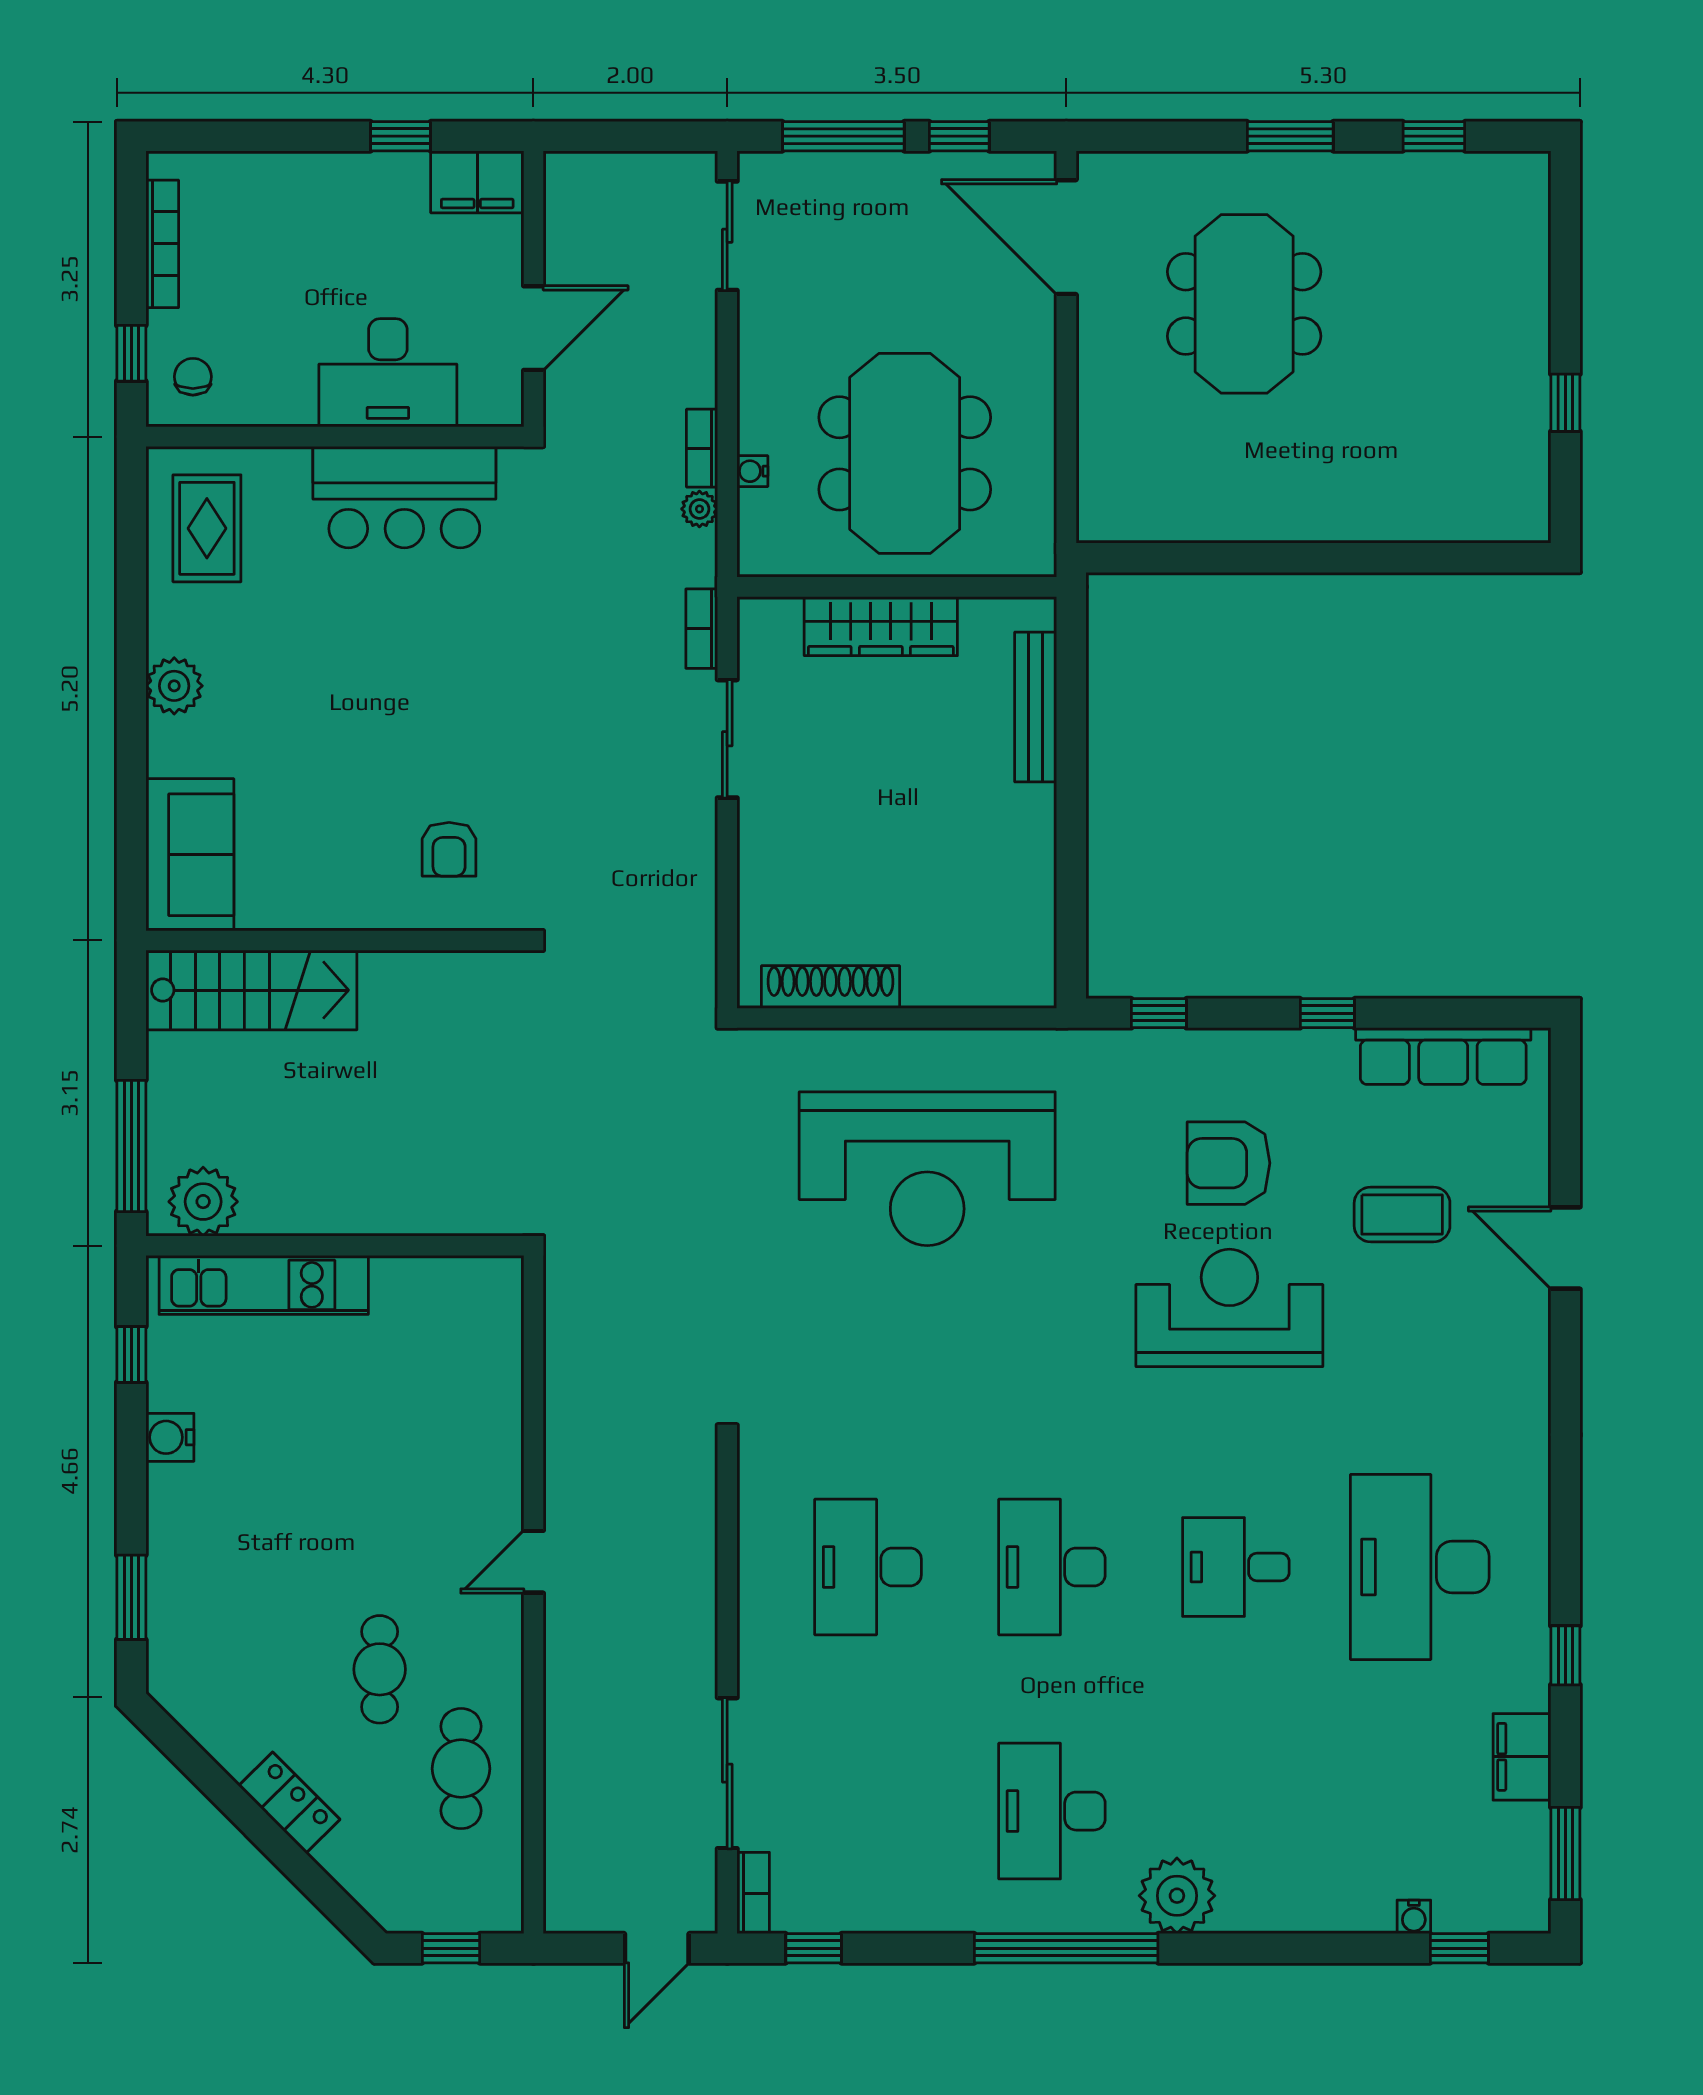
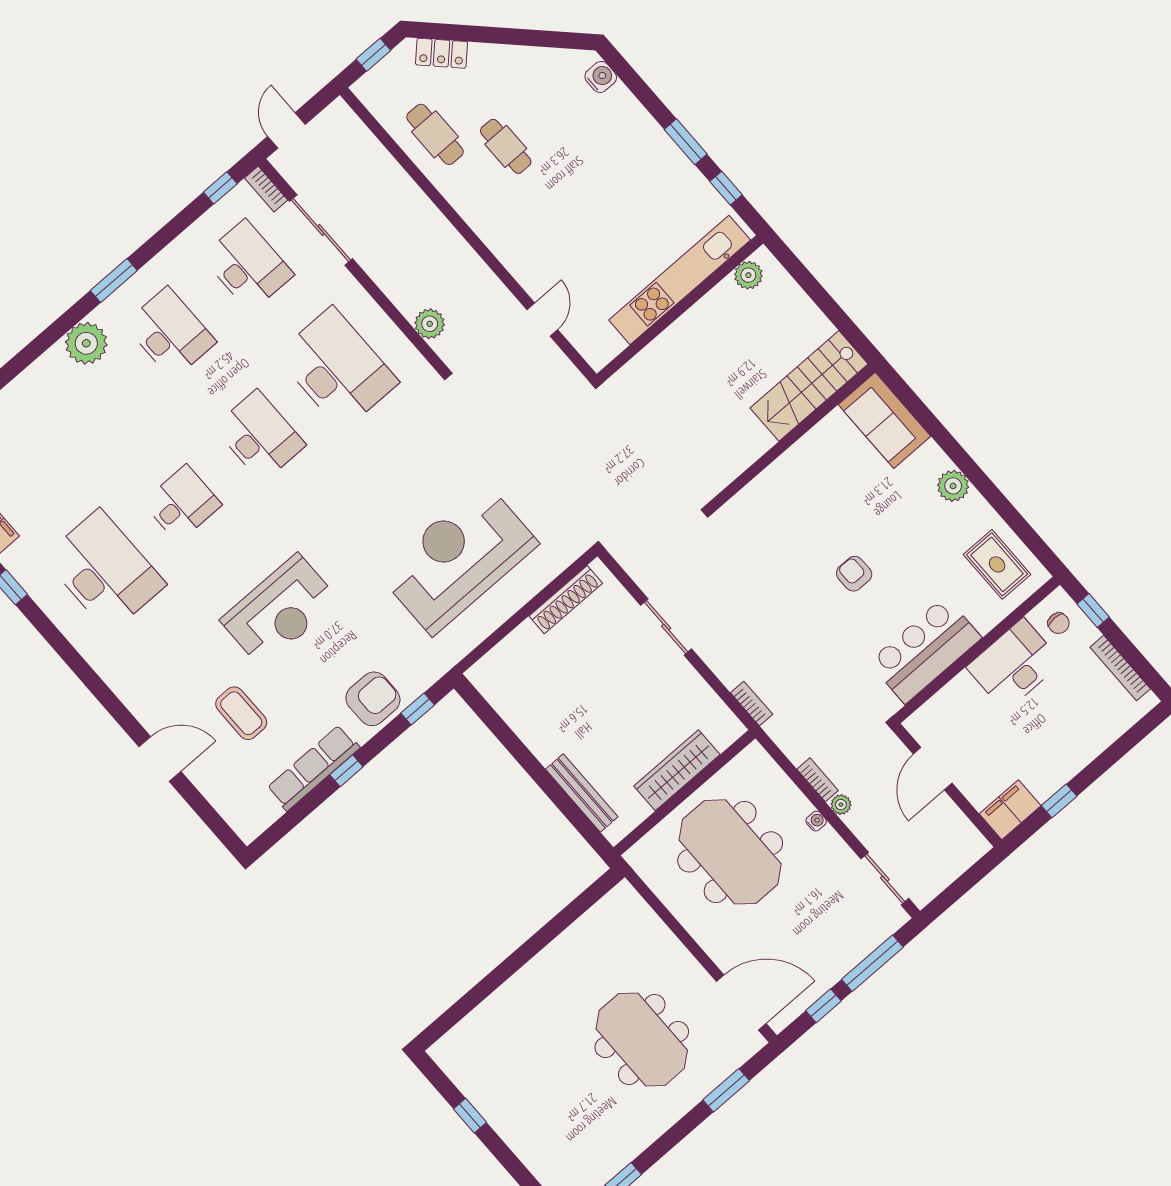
window: (1290, 136) -> (726, 1090), moved
desk: (388, 373) -> (1014, 665), moved
water cooler: (752, 471) -> (816, 821), moved
plant: (699, 509) -> (841, 805), moved
sliding door: (727, 739) -> (666, 627), moved
armchair: (449, 849) -> (854, 574), moved
row of seats: (1443, 1056) -> (313, 768), moved
window: (131, 1146) -> (802, 276), removed
armchair: (1229, 1163) -> (373, 699), moved
plant: (203, 1202) -> (748, 275), width x0.73, depth x0.73
coffee table: (1402, 1214) -> (241, 713), turned 90
kitchen unit: (264, 1285) -> (680, 280), width x1.36
water cooler: (170, 1437) -> (601, 77), moved
plant: (691, 1519) -> (430, 324), added
door: (533, 1562) -> (542, 320), moved
desk: (868, 1567) -> (337, 369), width x1.36, depth x1.30
window: (131, 1597) -> (686, 142), moved
locker: (289, 1803) -> (441, 53), moved
desk: (868, 1811) -> (248, 266), added
window: (1066, 1948) -> (114, 280), width x0.47

